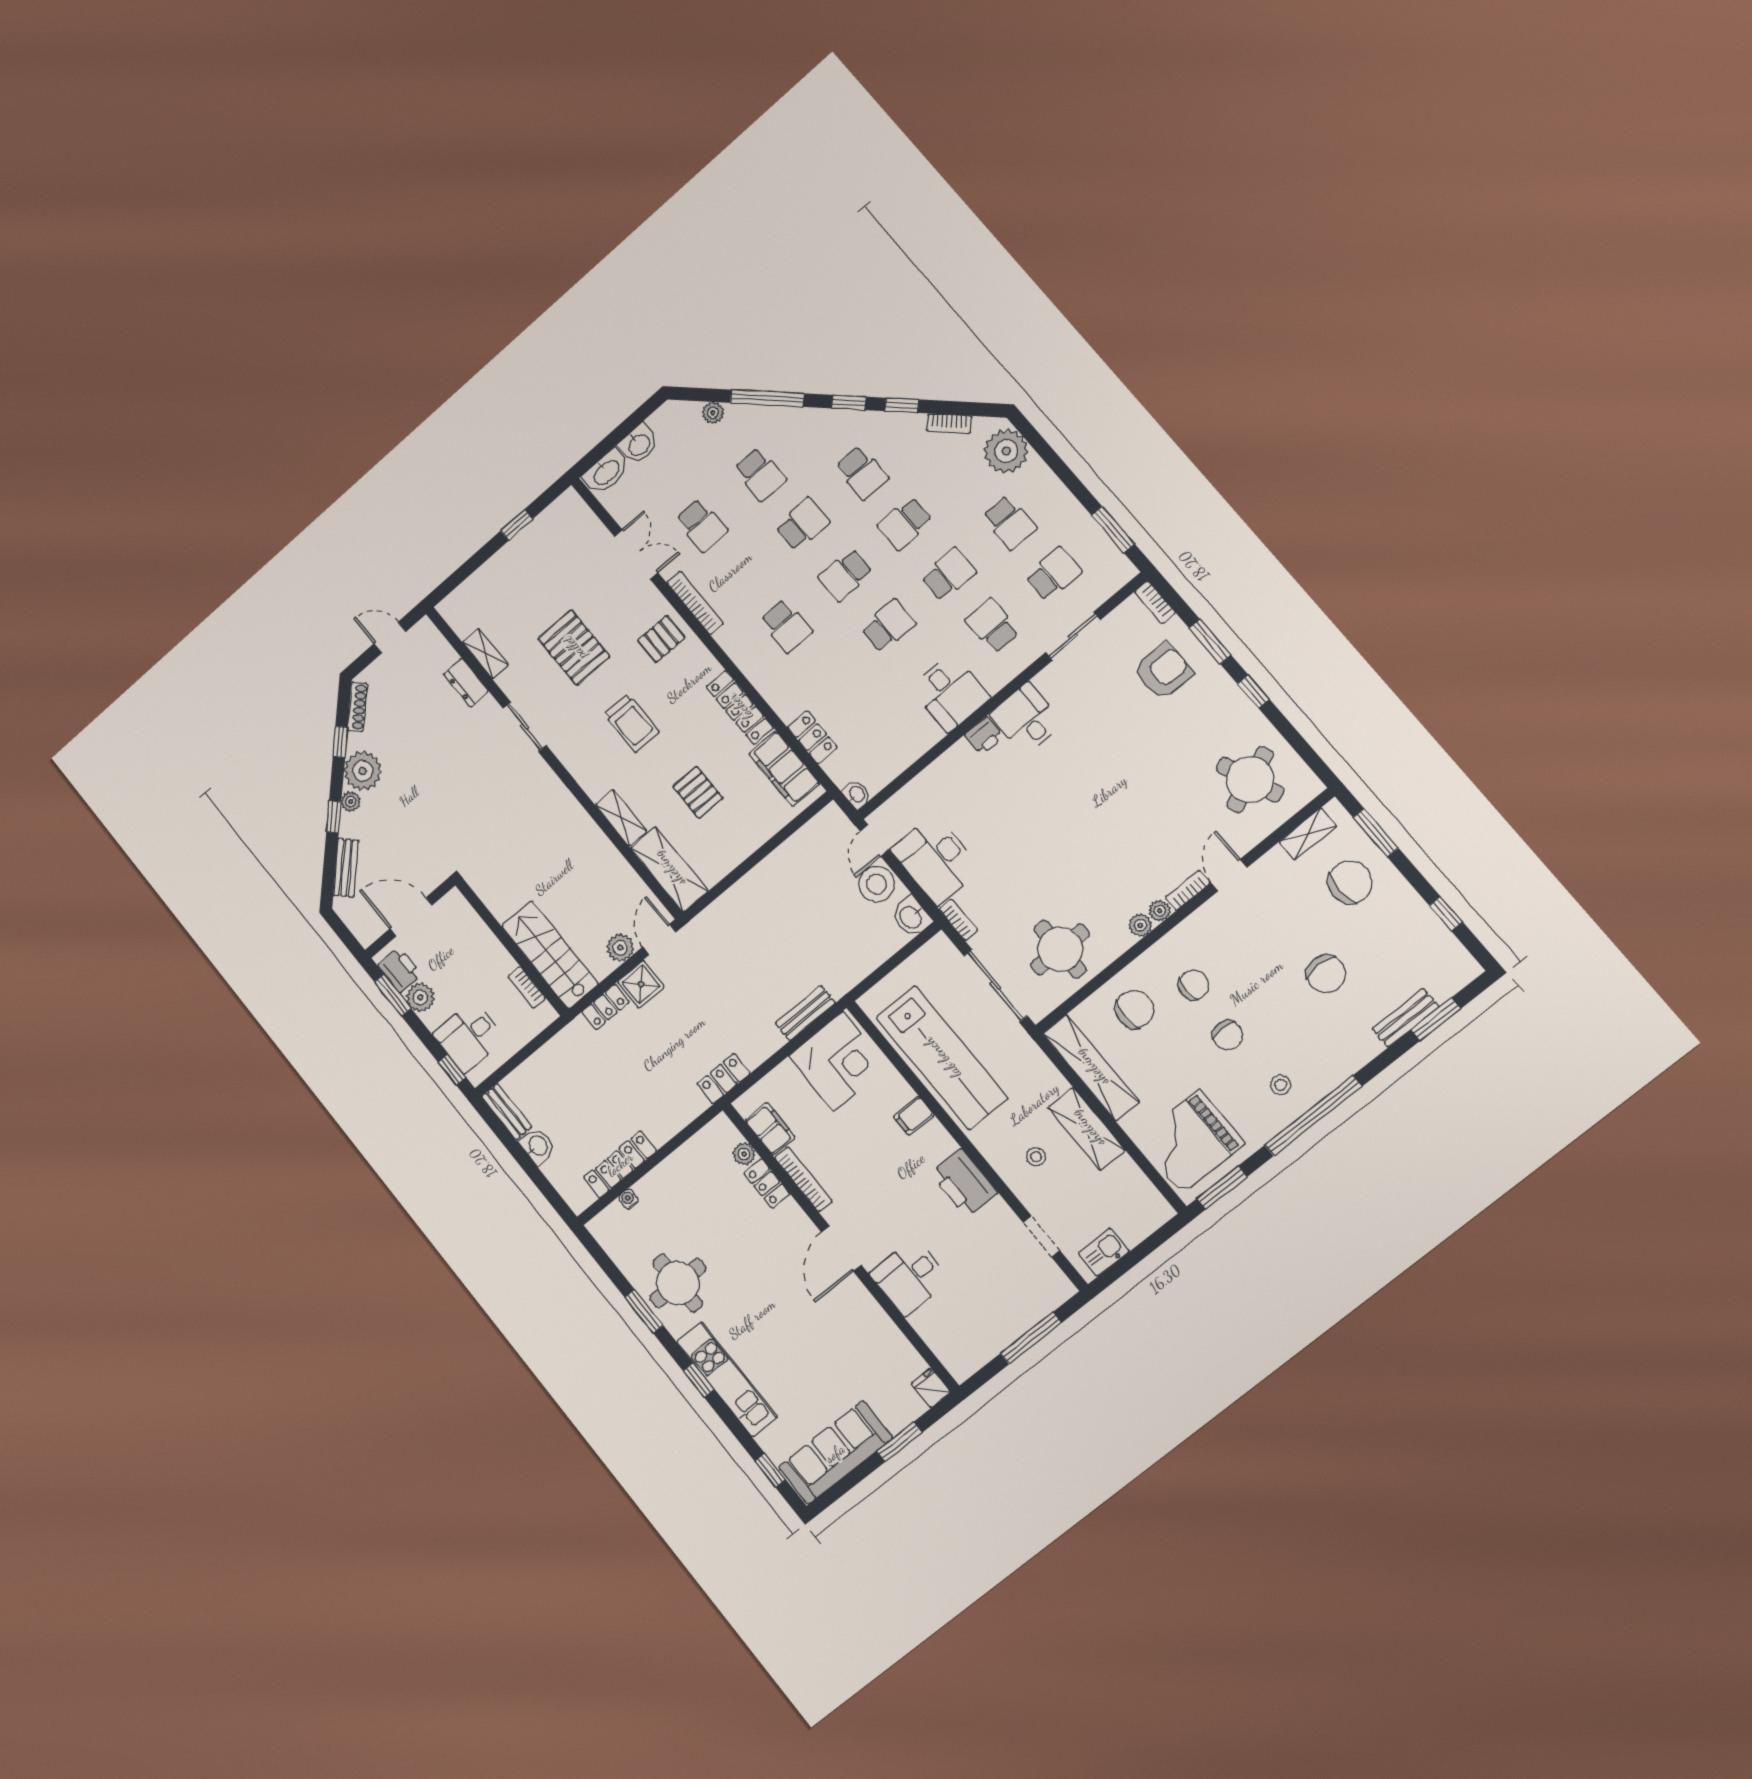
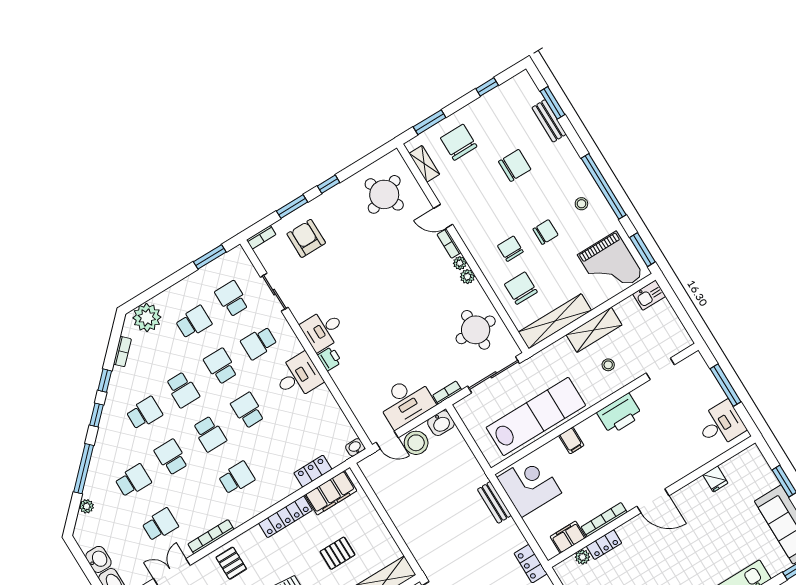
kitchen sink: (1104, 1252) -> (649, 295), moved, turned -90
desk: (910, 1277) -> (721, 425), moved, turned -90
fridge: (931, 1388) -> (715, 479), moved, turned -90

